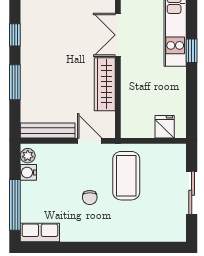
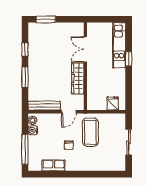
door: (90, 141) -> (69, 112), swing flipped
row of seats: (40, 233) -> (54, 165), moved

